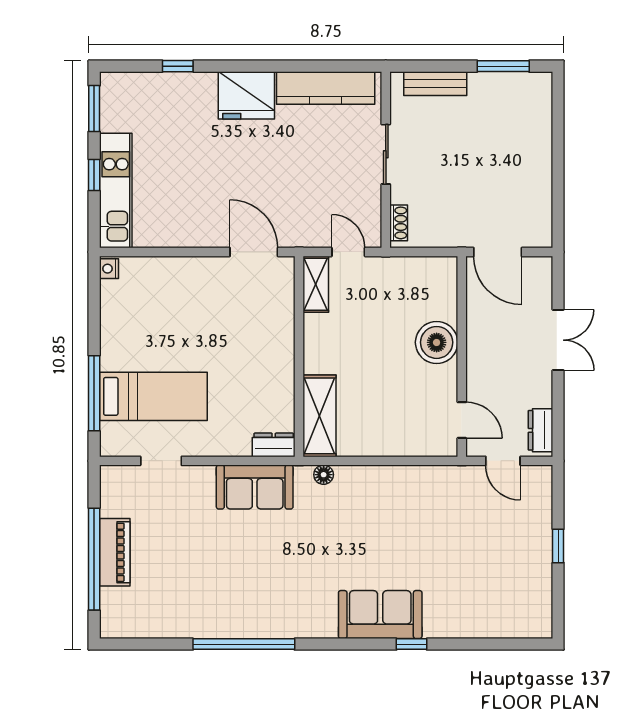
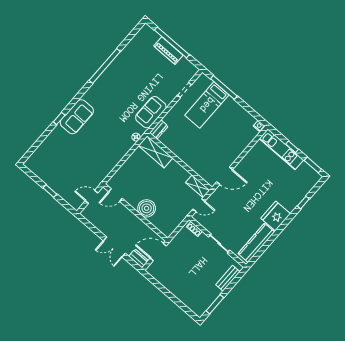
dresser: (540, 430) -> (139, 258), moved

